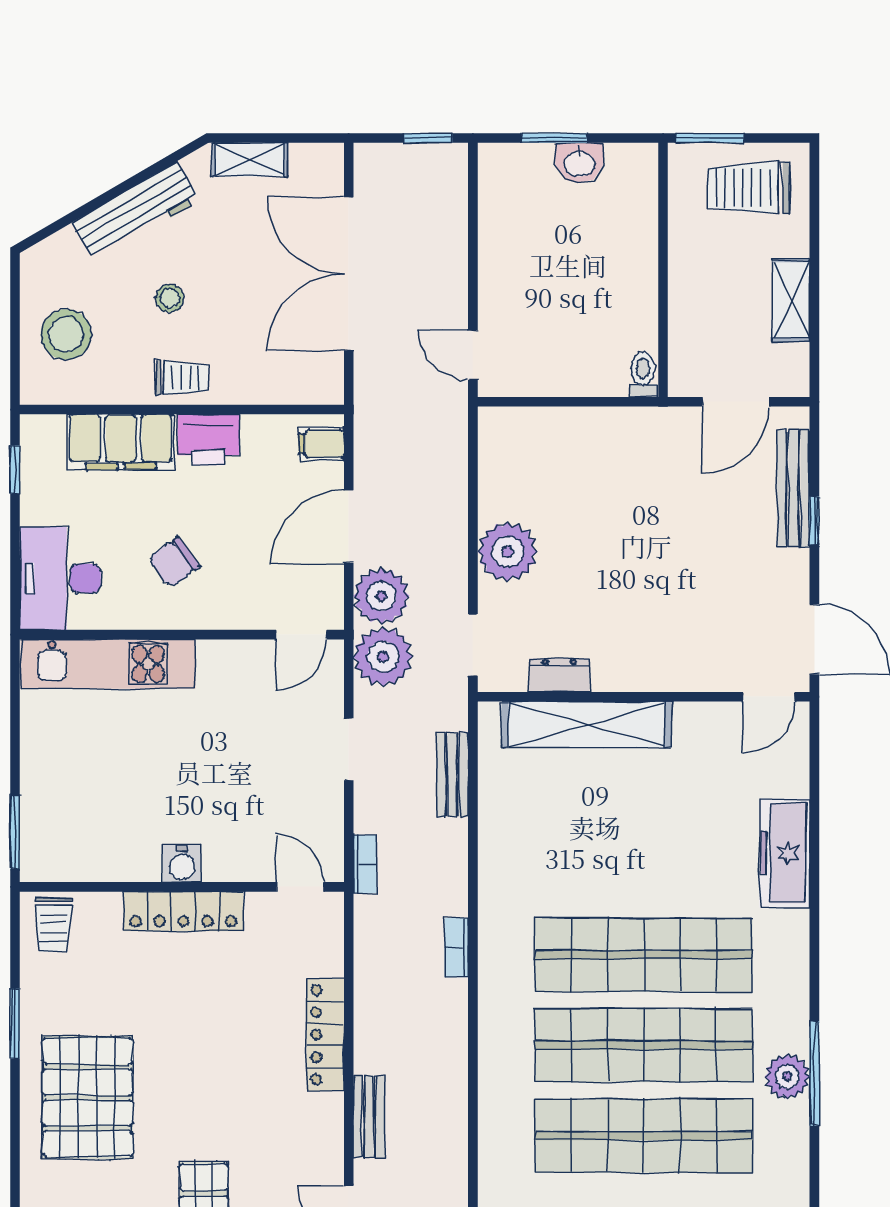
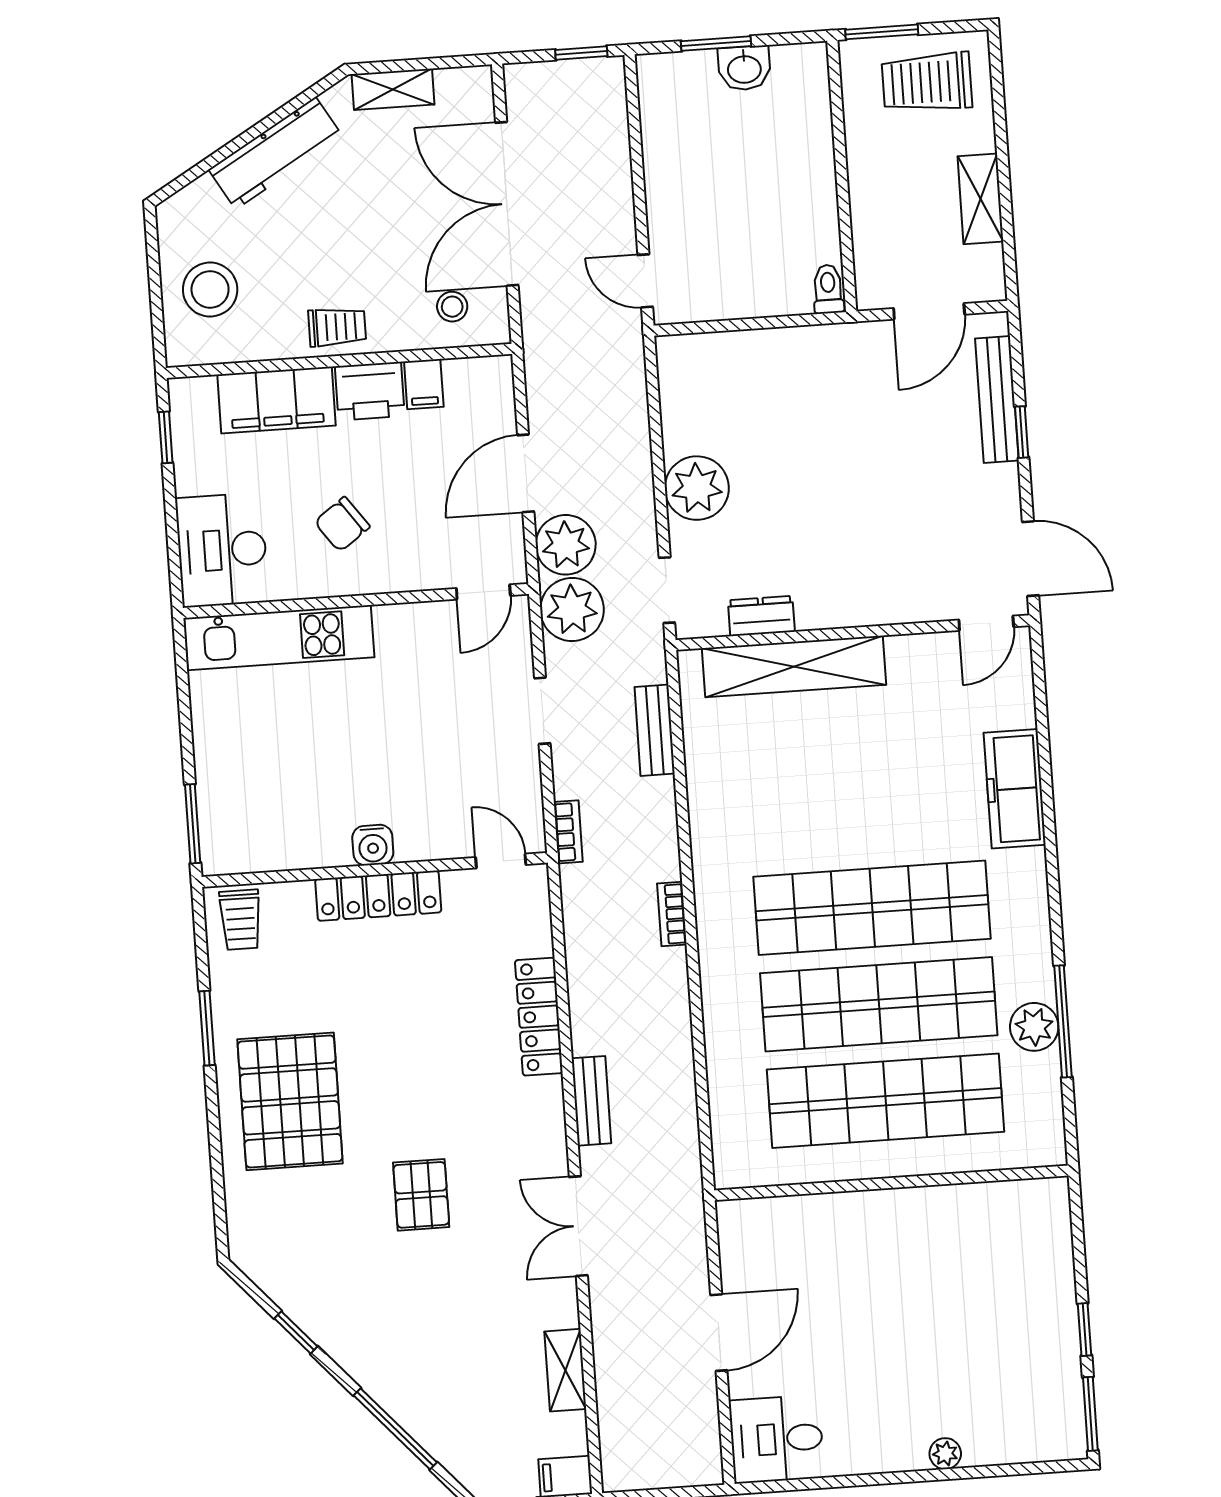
stool: (170, 298) -> (452, 307), moved
filing cabinet: (321, 444) -> (424, 384), moved, turned -90

